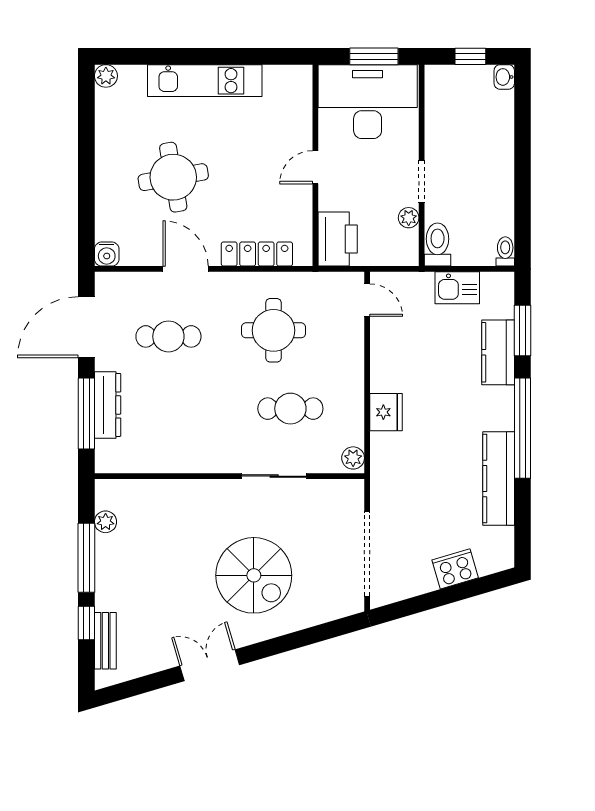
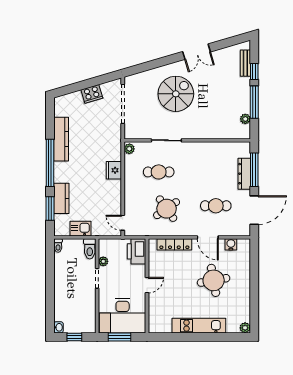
water cooler: (107, 254) -> (231, 244), moved
round table: (274, 330) -> (167, 209), turned -35
cooker: (455, 569) -> (92, 94), moved
spiral stairs: (254, 575) -> (176, 94), turned 90

